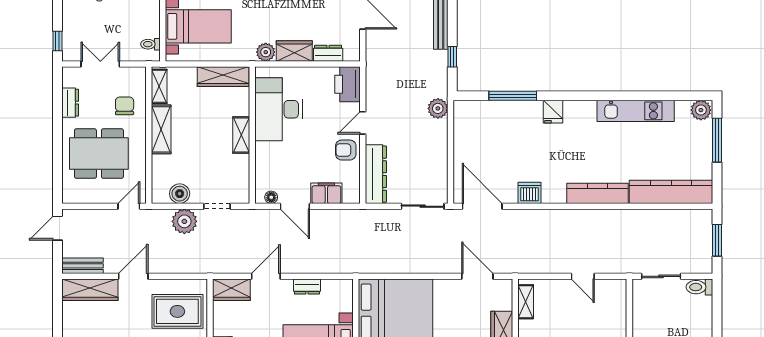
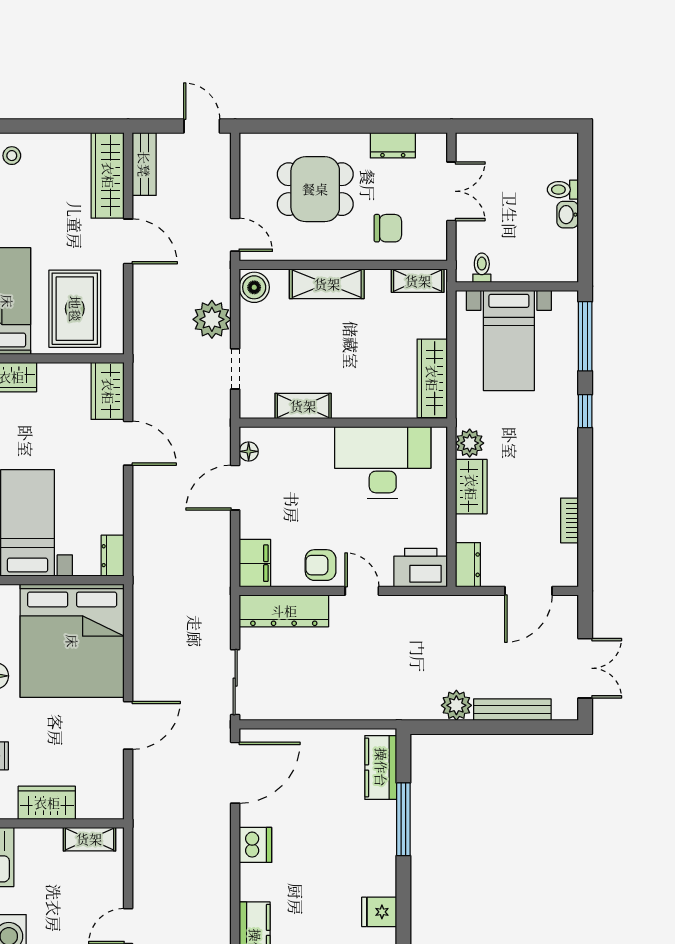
window: (57, 41) -> (487, 126), removed
dresser: (328, 53) -> (468, 565), moved
window: (452, 57) -> (463, 727), removed
plant: (438, 108) -> (456, 705), moved
kitchen counter: (479, 111) -> (381, 767), added
fridge: (553, 112) -> (379, 912), moved
shelving: (161, 129) -> (327, 284), moved
shelving: (241, 135) -> (303, 406), moved
armchair: (346, 150) -> (321, 565), turned -90
dining table: (99, 154) -> (315, 189), width x0.73
filing cabinet: (326, 193) -> (255, 563), moved
boiler: (180, 194) -> (254, 287), moved
door: (477, 276) -> (128, 725), moved
dresser: (307, 287) -> (113, 556), moved

